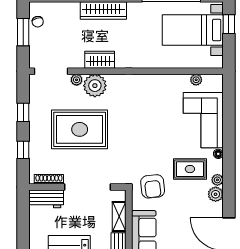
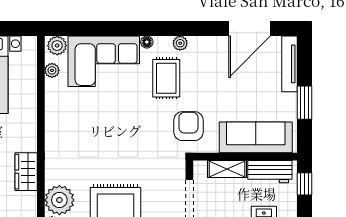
wardrobe: (100, 60) -> (26, 172), moved
armchair: (153, 186) -> (189, 126), turned -84
plant: (216, 194) -> (57, 46), moved

